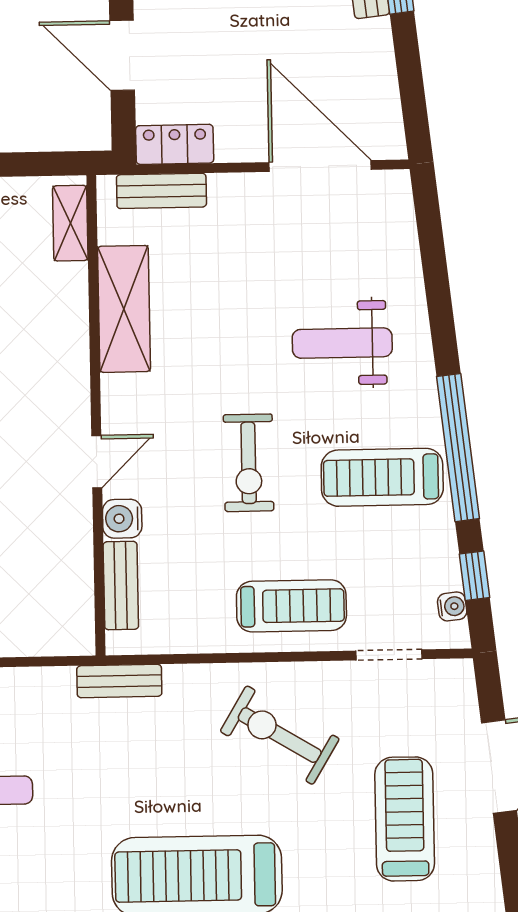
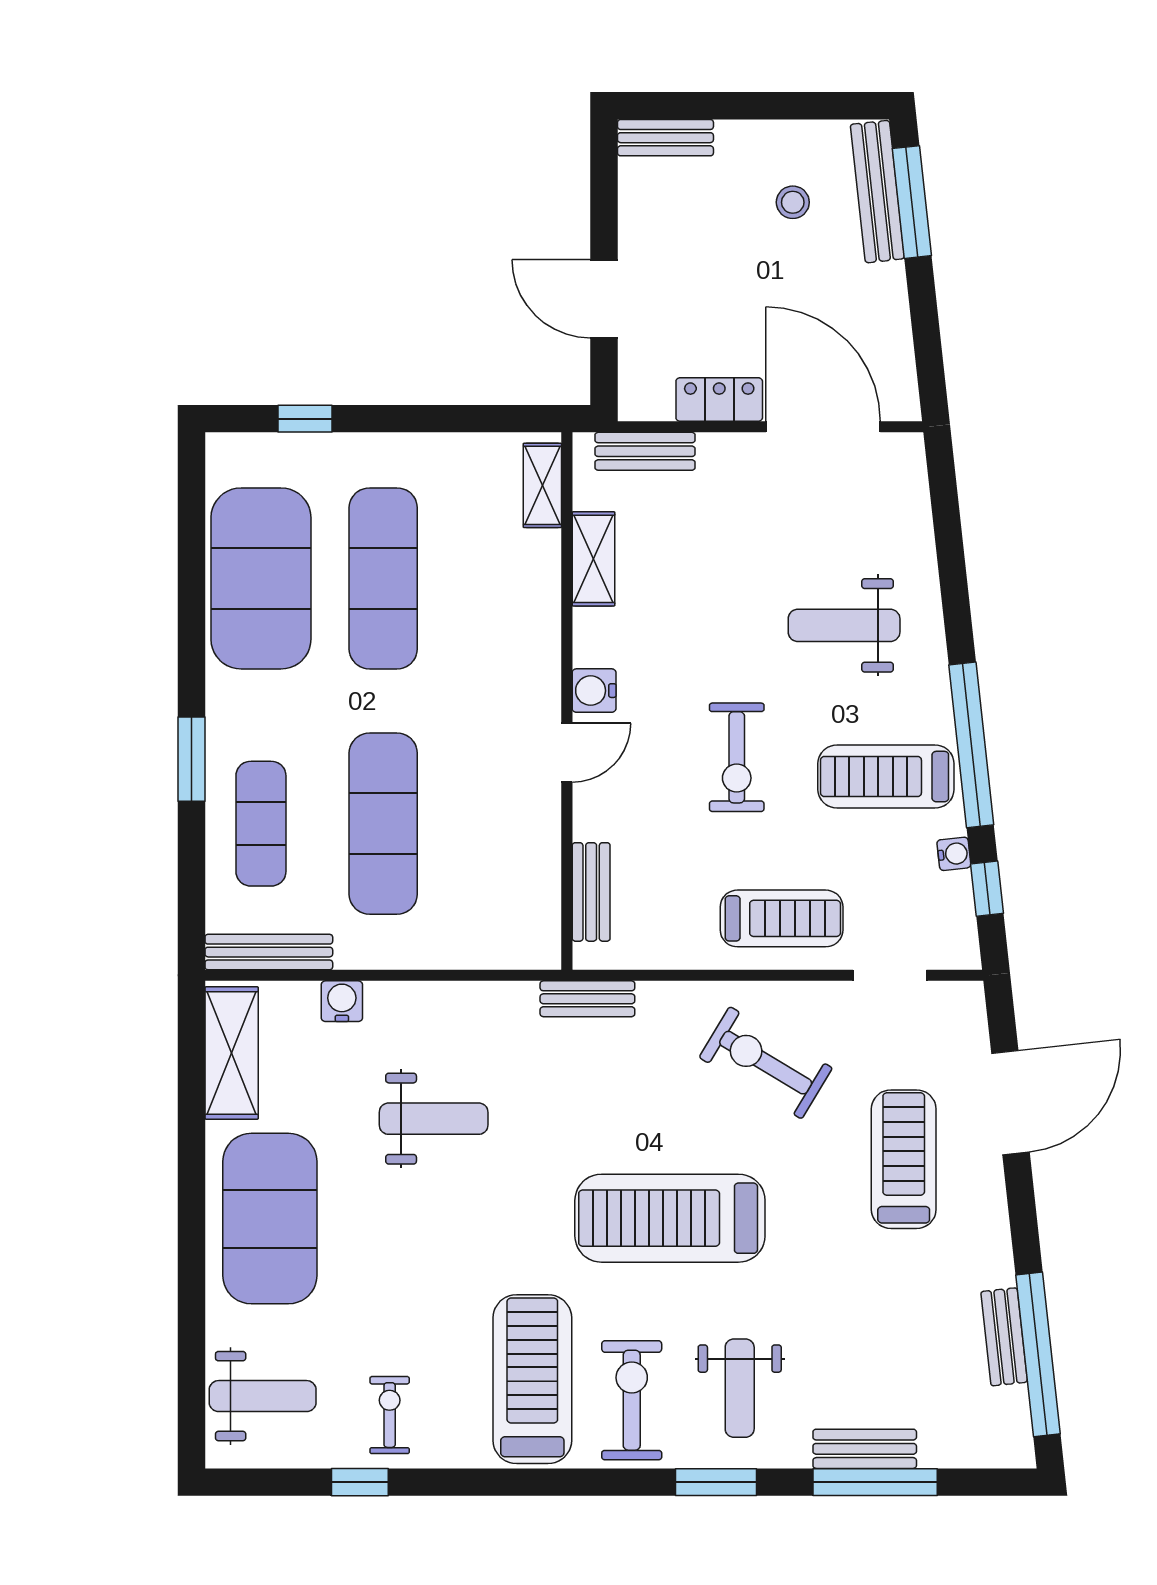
locker: (175, 144) -> (719, 399), moved
shelving: (124, 309) -> (594, 559), width x0.67, depth x0.75
water cooler: (122, 519) -> (594, 691), moved
water cooler: (452, 606) -> (954, 854), moved

